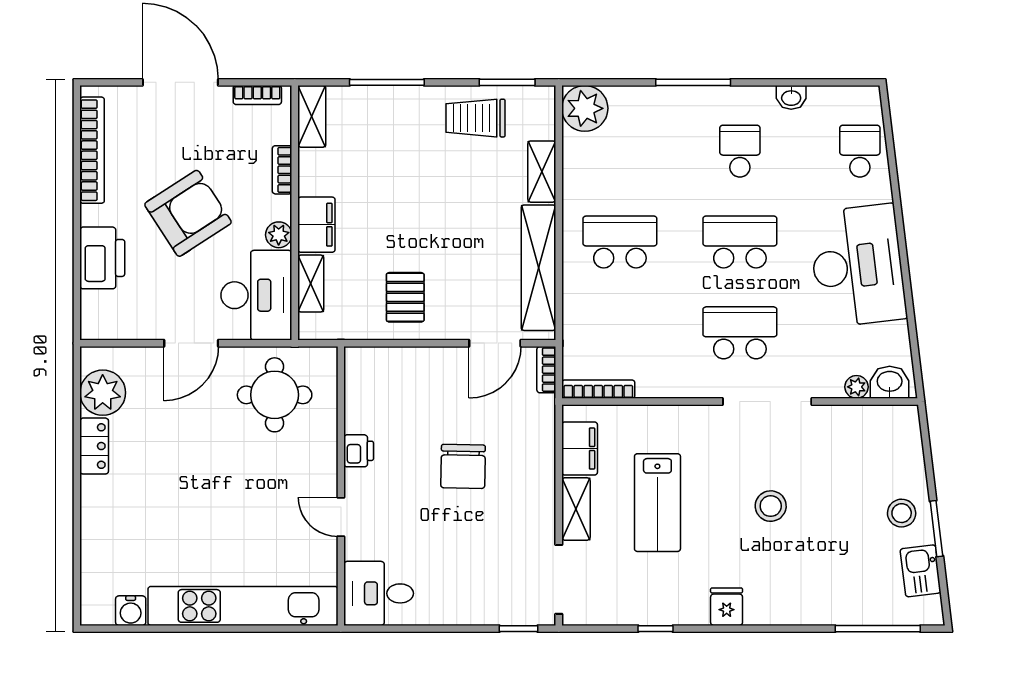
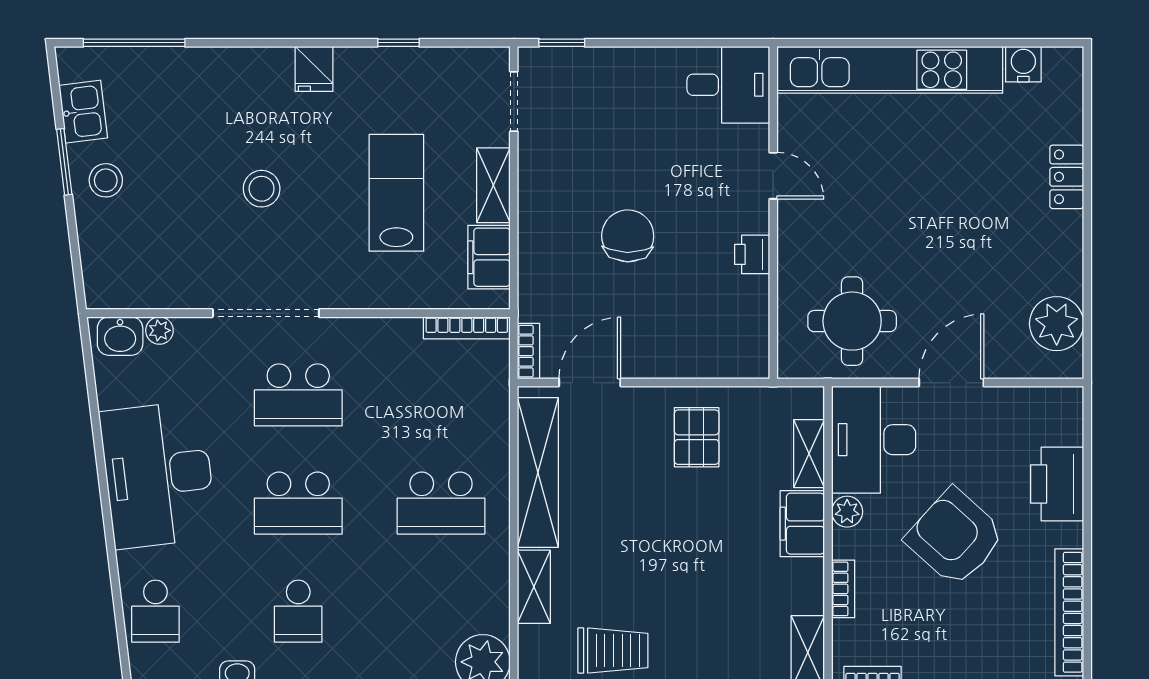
armchair: (188, 213) -> (955, 537), turned 75
locker: (94, 446) -> (1067, 177), moved
doorway: (559, 579) -> (514, 101), width x0.73

